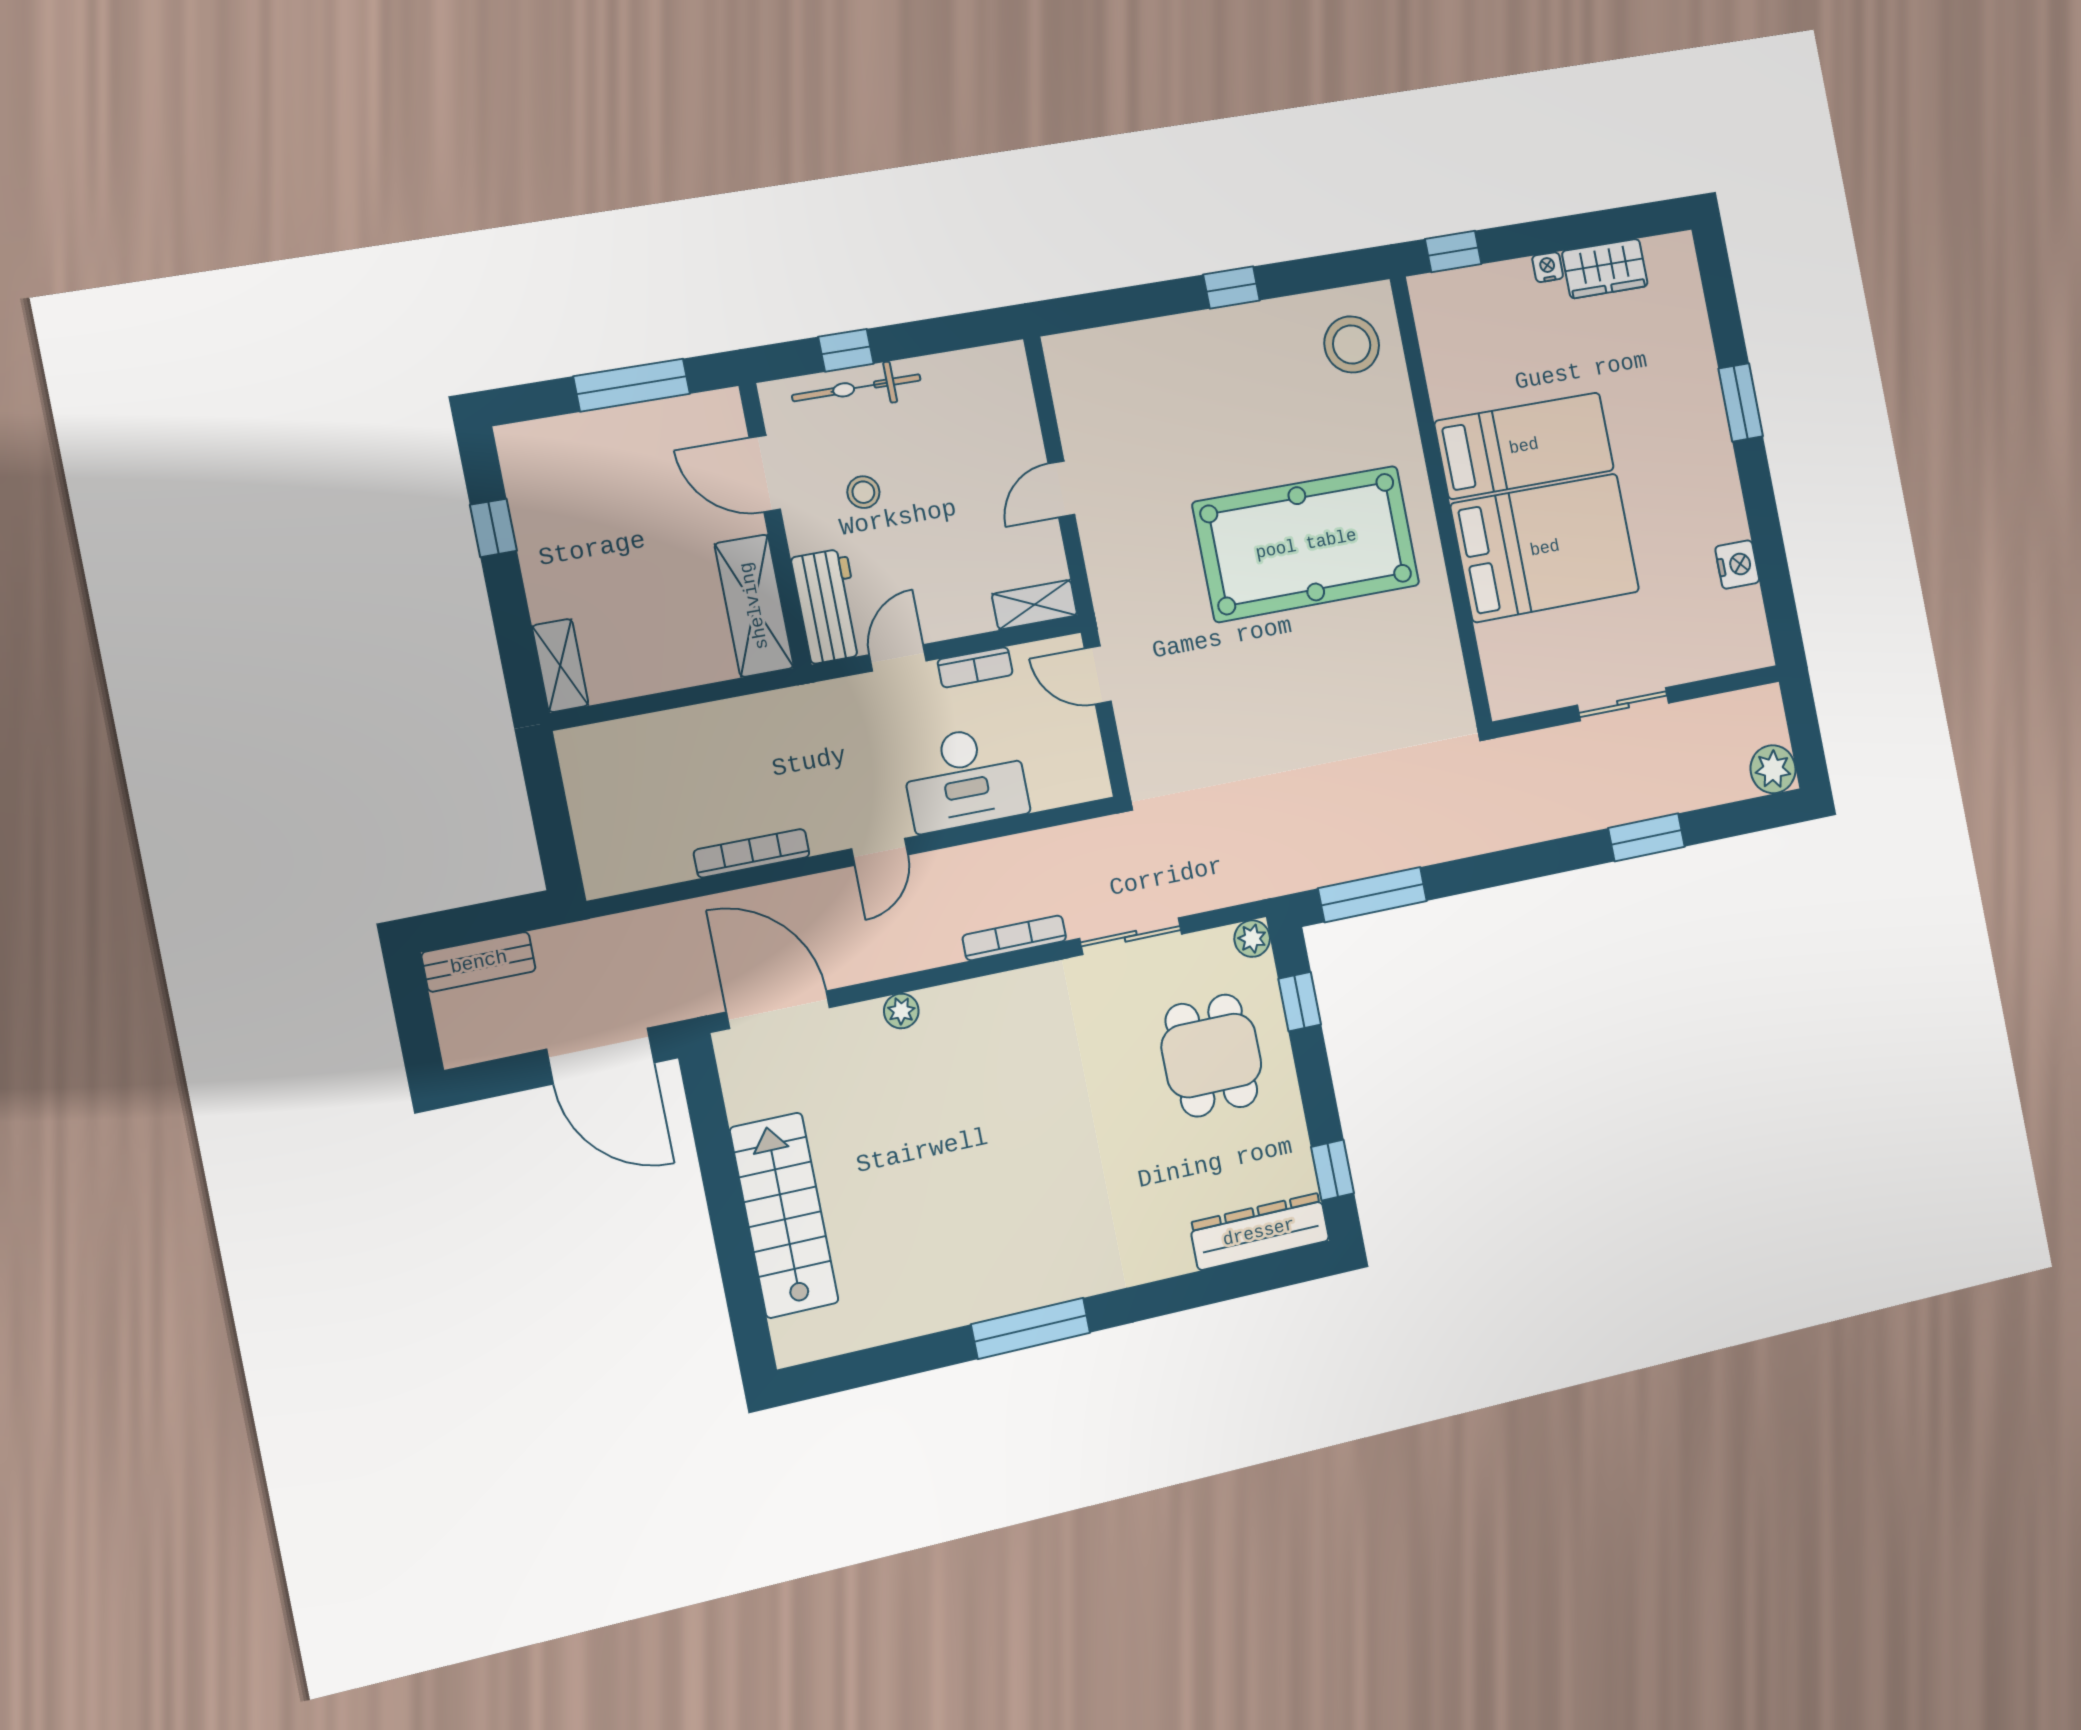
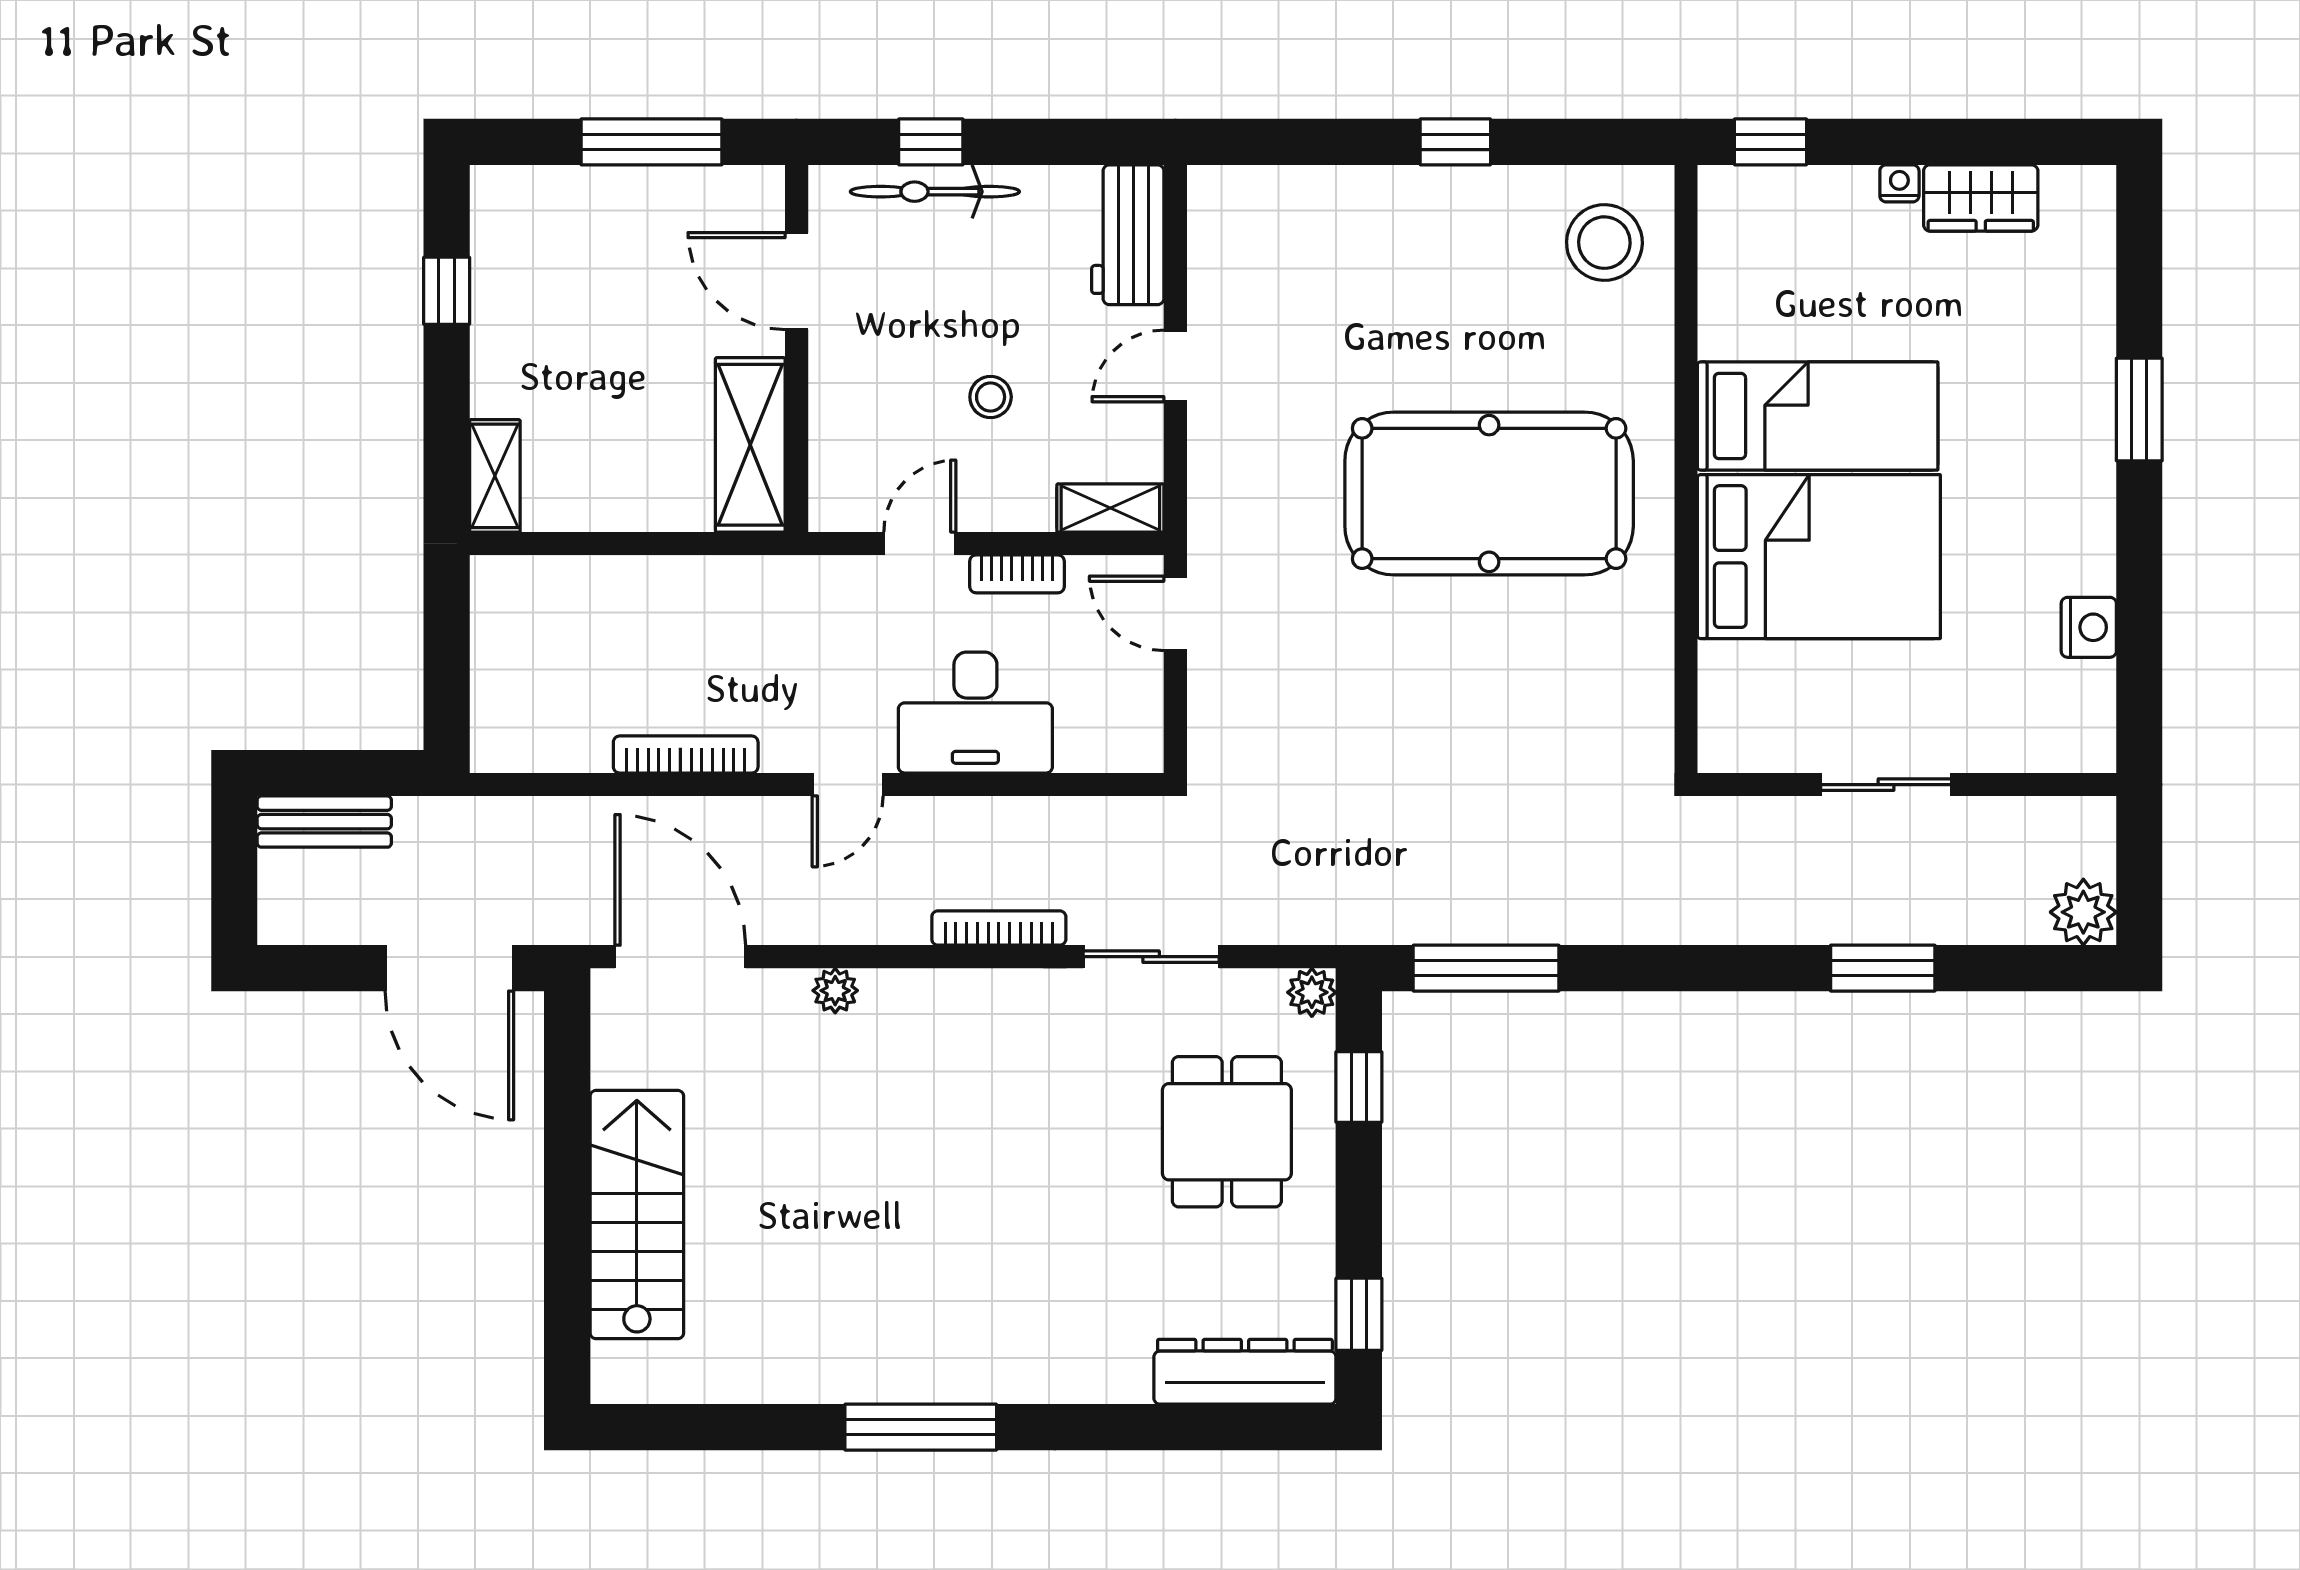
stool: (863, 492) -> (991, 397), moved
workbench: (829, 606) -> (1128, 235), moved, turned 180

